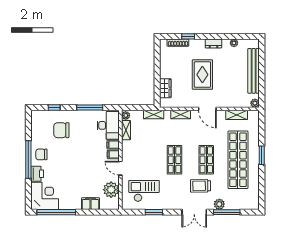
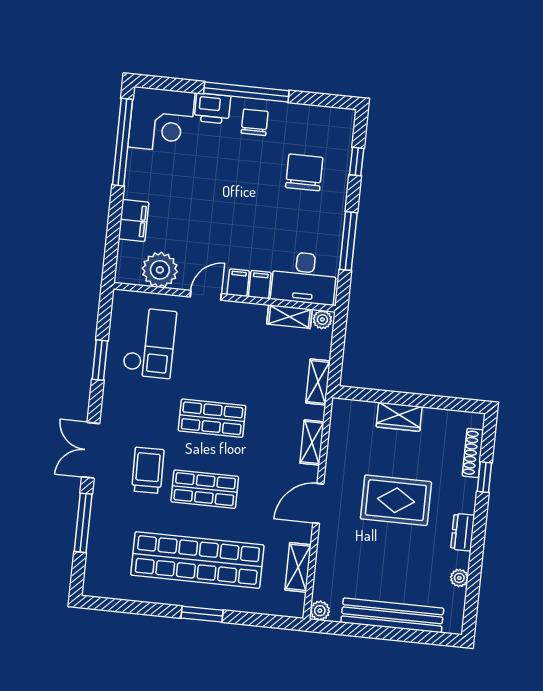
wardrobe: (165, 88) -> (399, 417), moved
plant: (219, 204) -> (103, 508), removed

